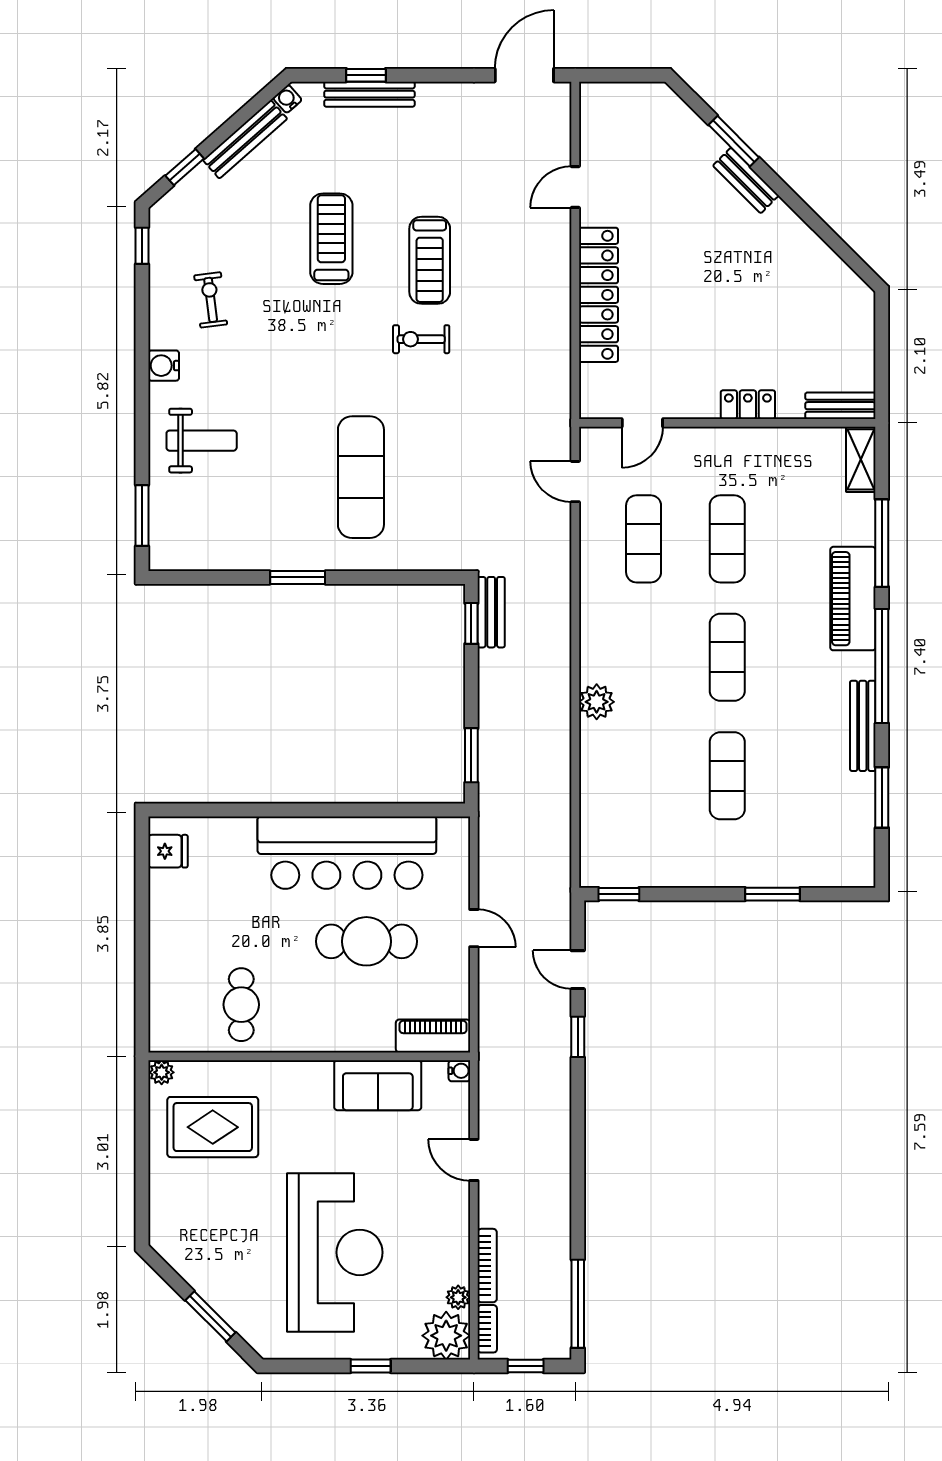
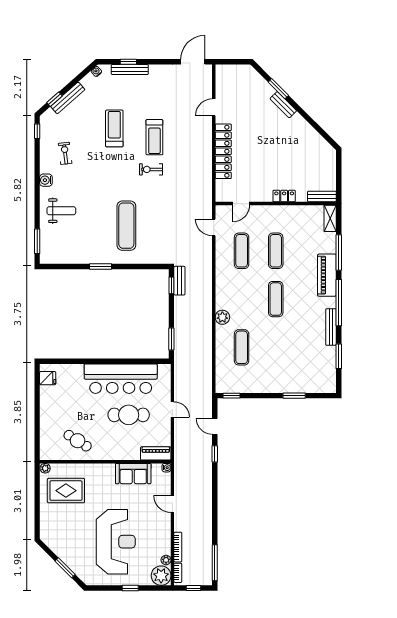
bench: (245, 139) -> (68, 98), moved
exercise mat: (727, 776) -> (242, 347), moved
cafe table: (241, 1005) -> (78, 441), turned -58

